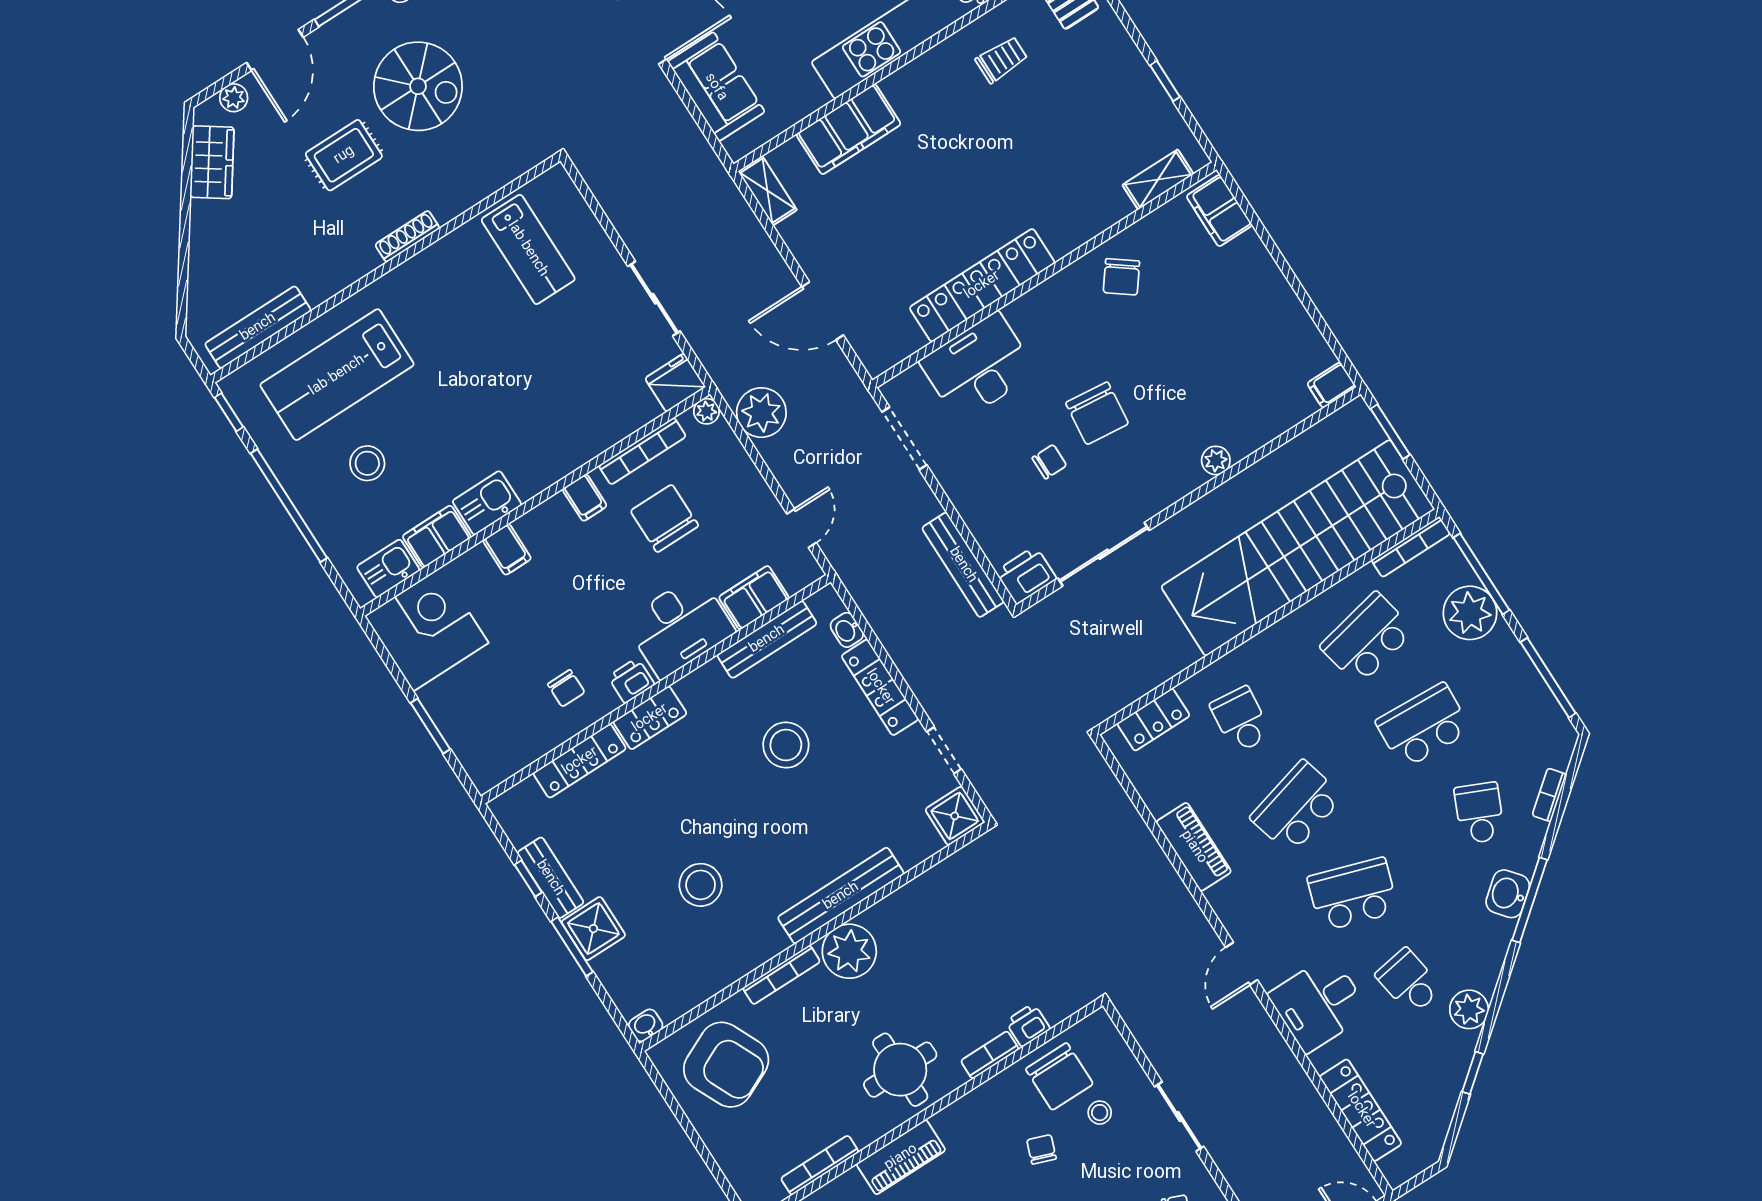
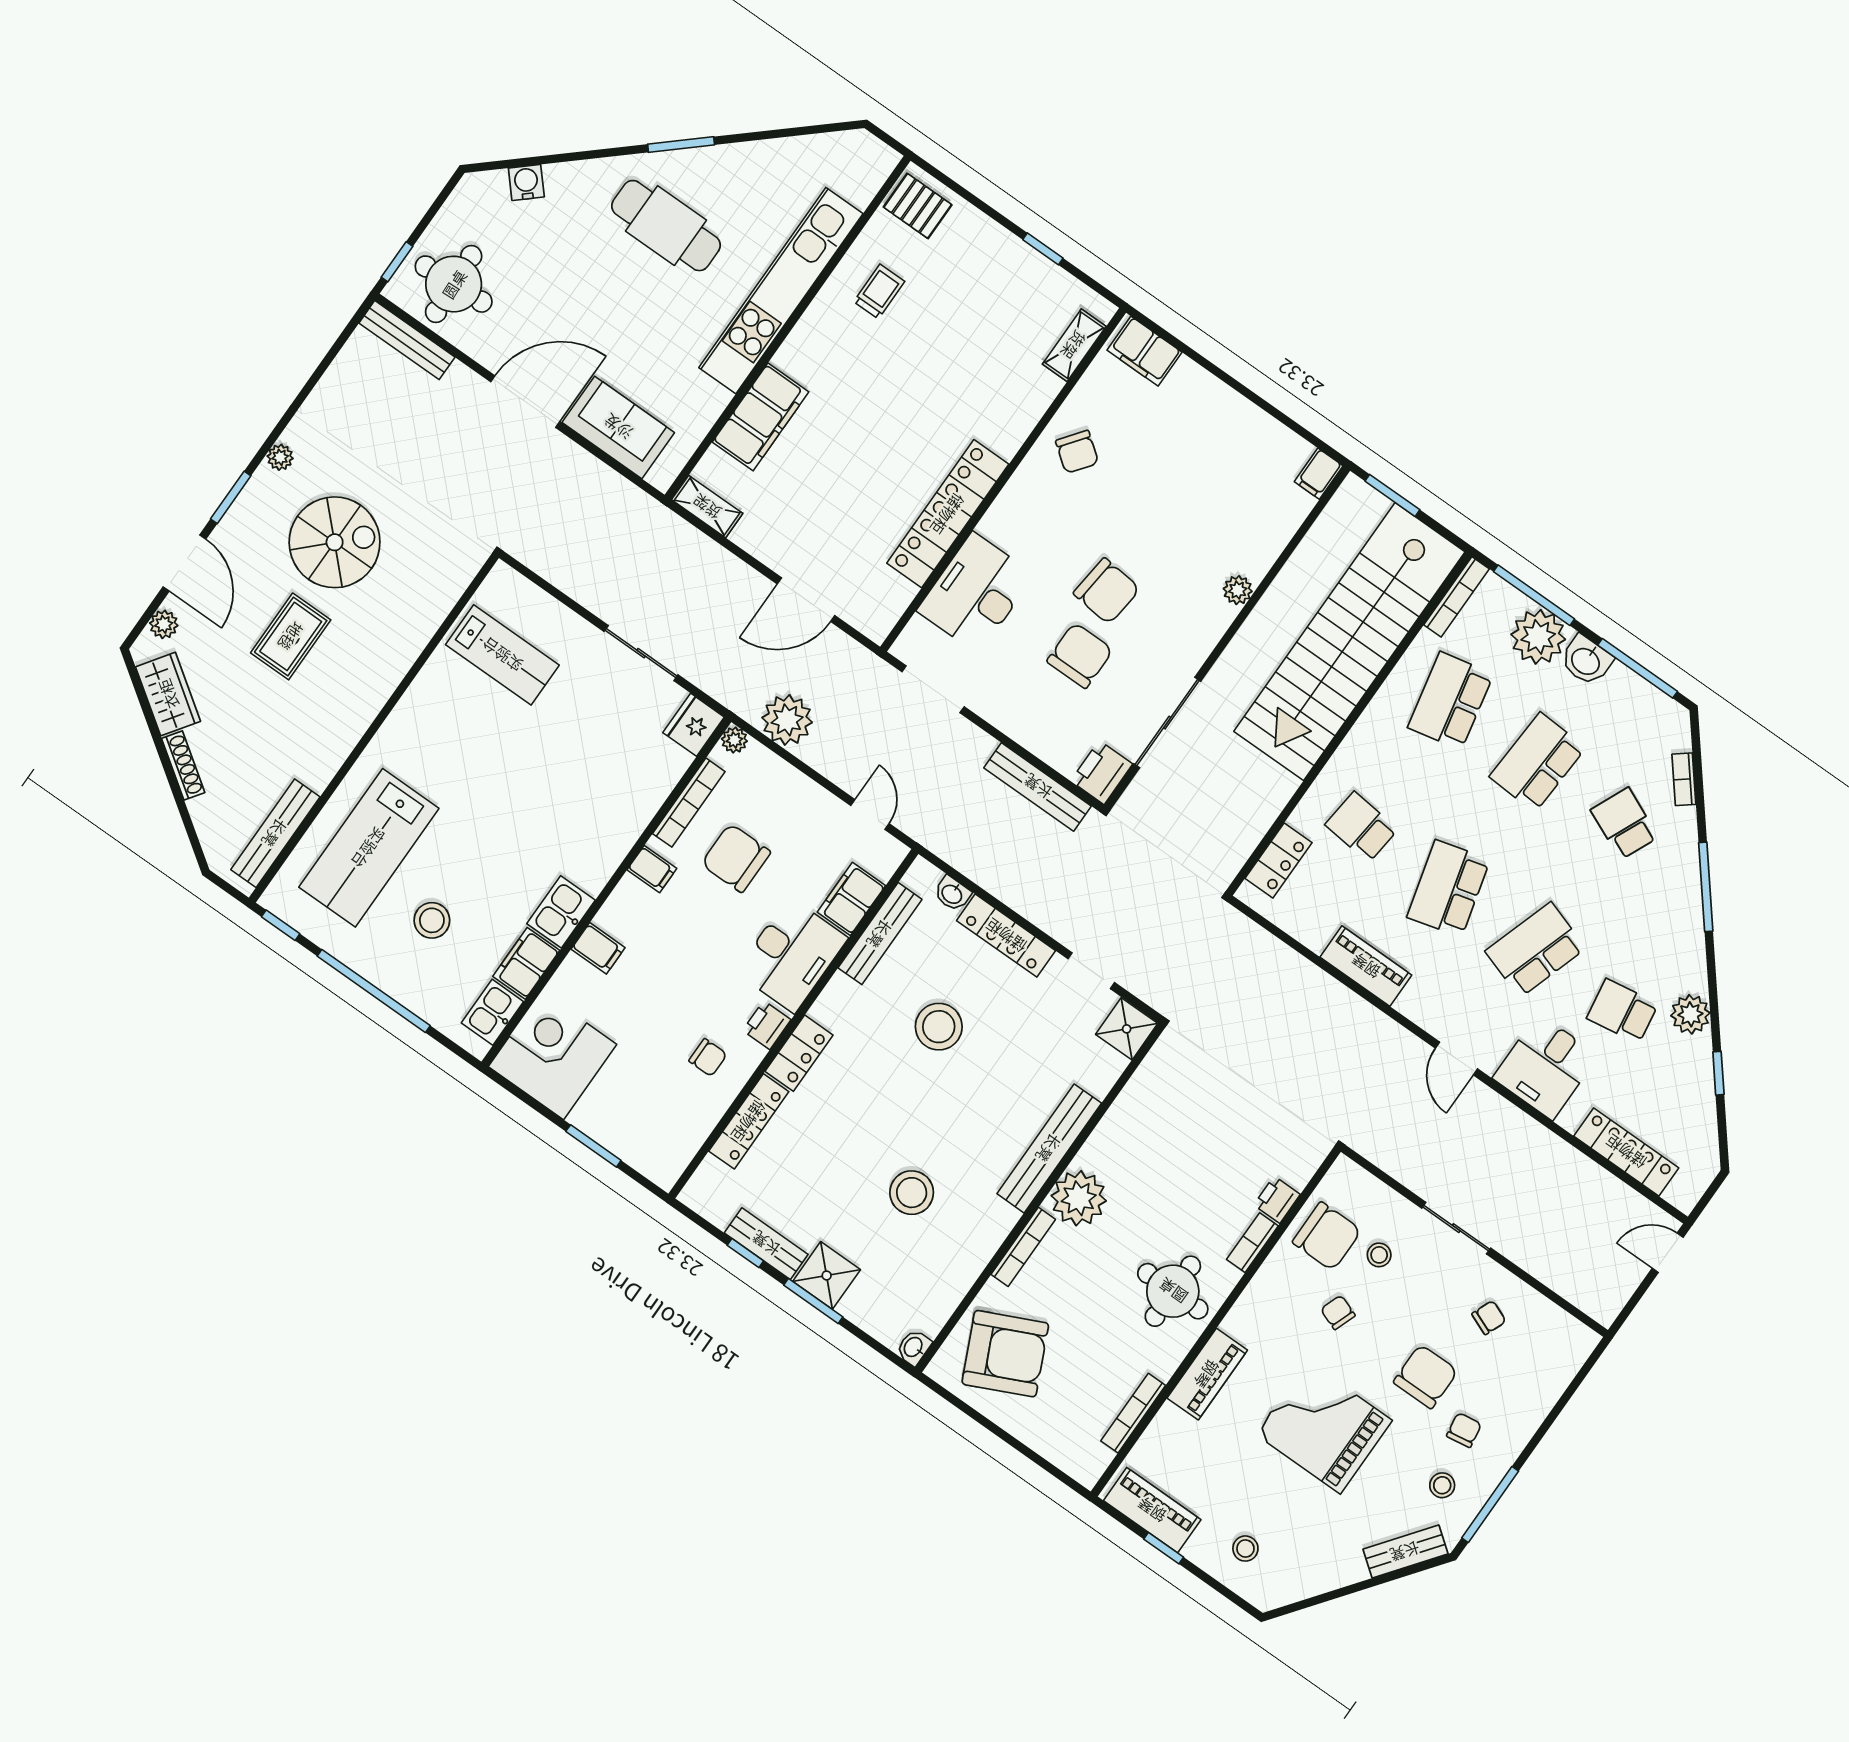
shoe rack: (407, 236) -> (183, 766), moved, turned 125
chair: (1049, 462) -> (1080, 655), width x1.87, depth x1.87
washbasin: (1508, 894) -> (1586, 661), moved, turned -51

